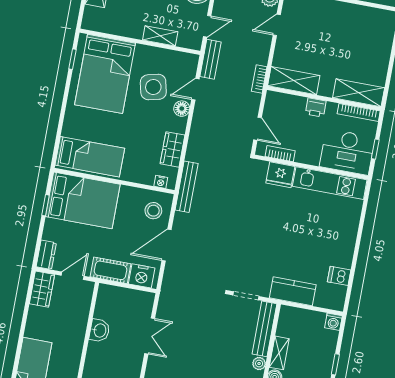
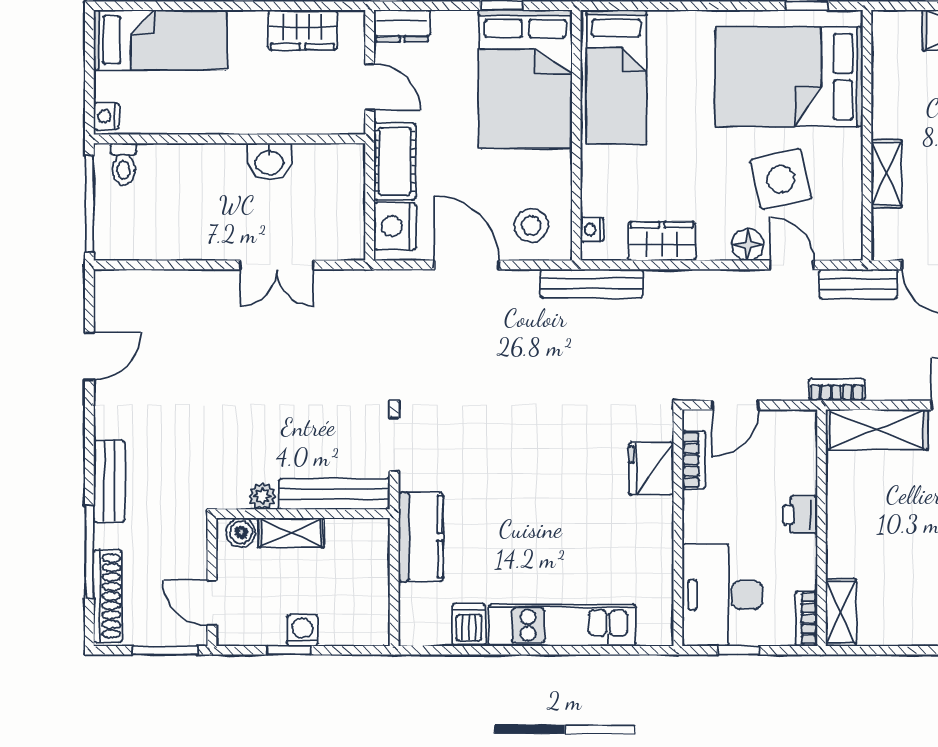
shelving: (294, 81) -> (877, 430), moved, turned 90
shelving: (359, 93) -> (841, 612), width x0.67, depth x0.75
bookcase: (359, 112) -> (806, 619), width x0.64
kitchen unit: (330, 183) -> (562, 625), moved, turned 90
wardrobe: (42, 289) -> (303, 30), moved
washing machine: (333, 322) -> (302, 631), moved, turned 90

